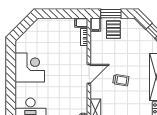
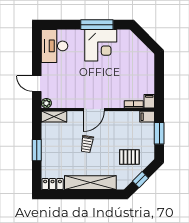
pallet: (113, 30) -> (129, 157), moved
window: (11, 71) -> (97, 25), added
door: (89, 74) -> (94, 109), hinge flipped

